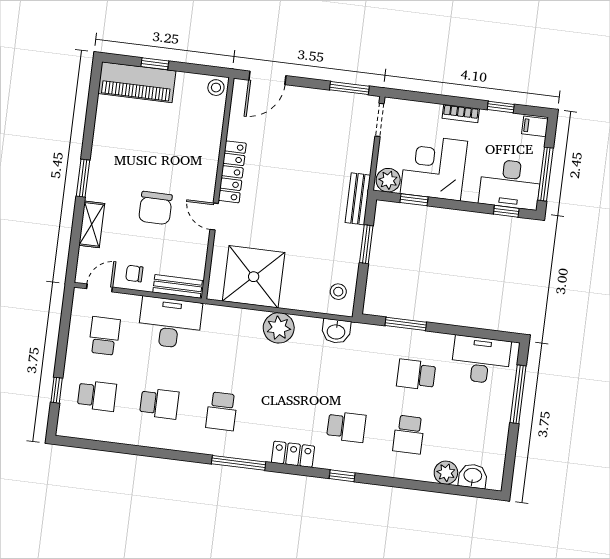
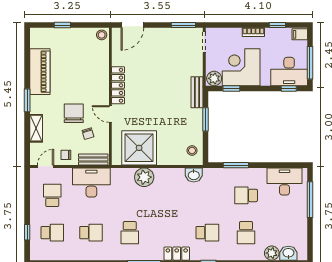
piano: (137, 82) -> (40, 72), moved, turned -90
chair: (155, 208) -> (74, 113), turned 180
chair: (174, 244) -> (88, 134), added
plant: (279, 328) -> (144, 177), moved

